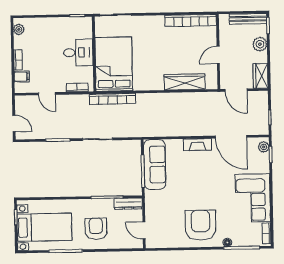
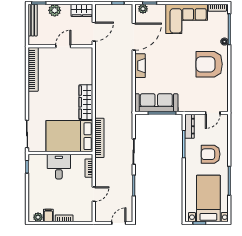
door: (218, 55) -> (63, 46), swing flipped
filing cabinet: (22, 77) -> (48, 215), moved
wardrobe: (185, 82) -> (86, 102), moved

